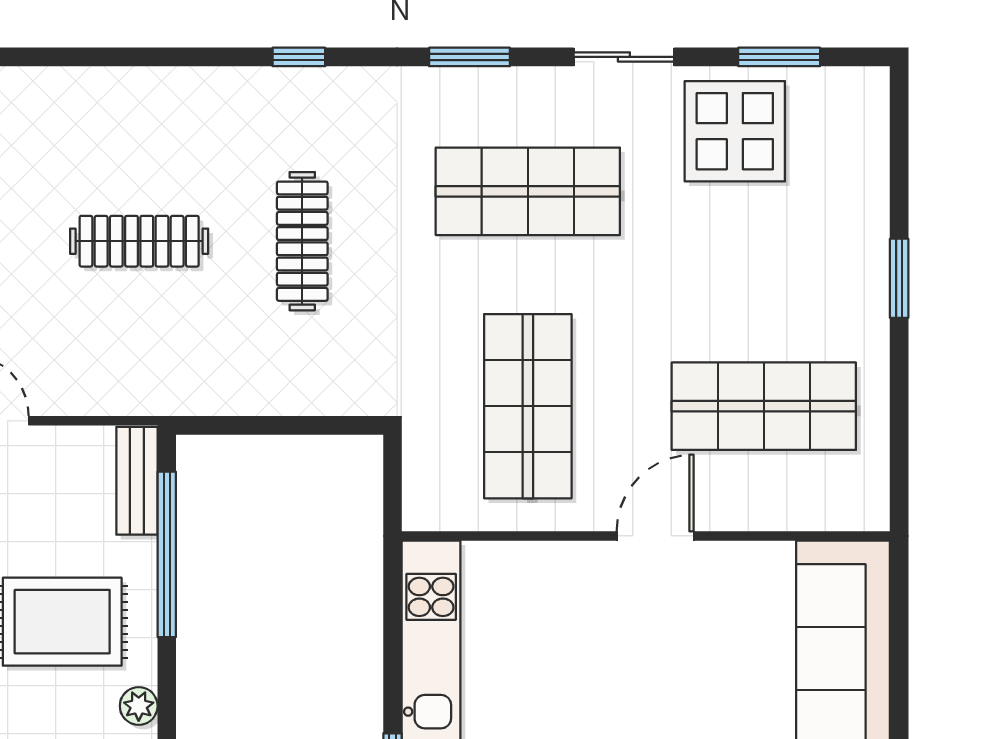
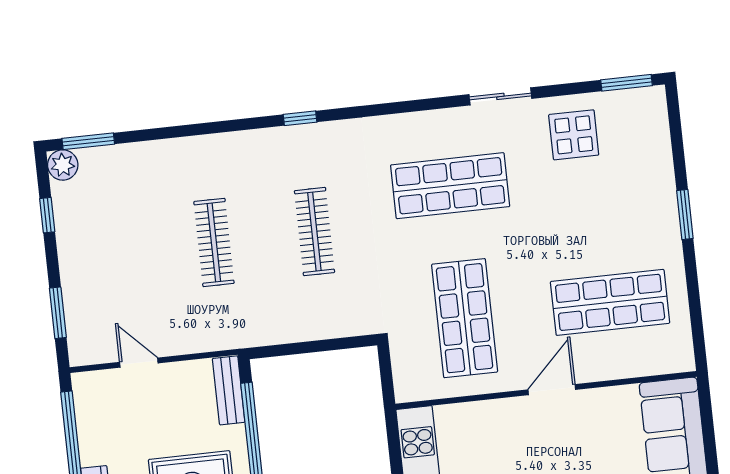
window: (470, 57) -> (405, 107), removed
window: (779, 57) -> (627, 83), moved
display table: (735, 131) -> (574, 135), width x0.73, depth x0.73
clothes rail: (139, 241) -> (214, 242), turned 90

